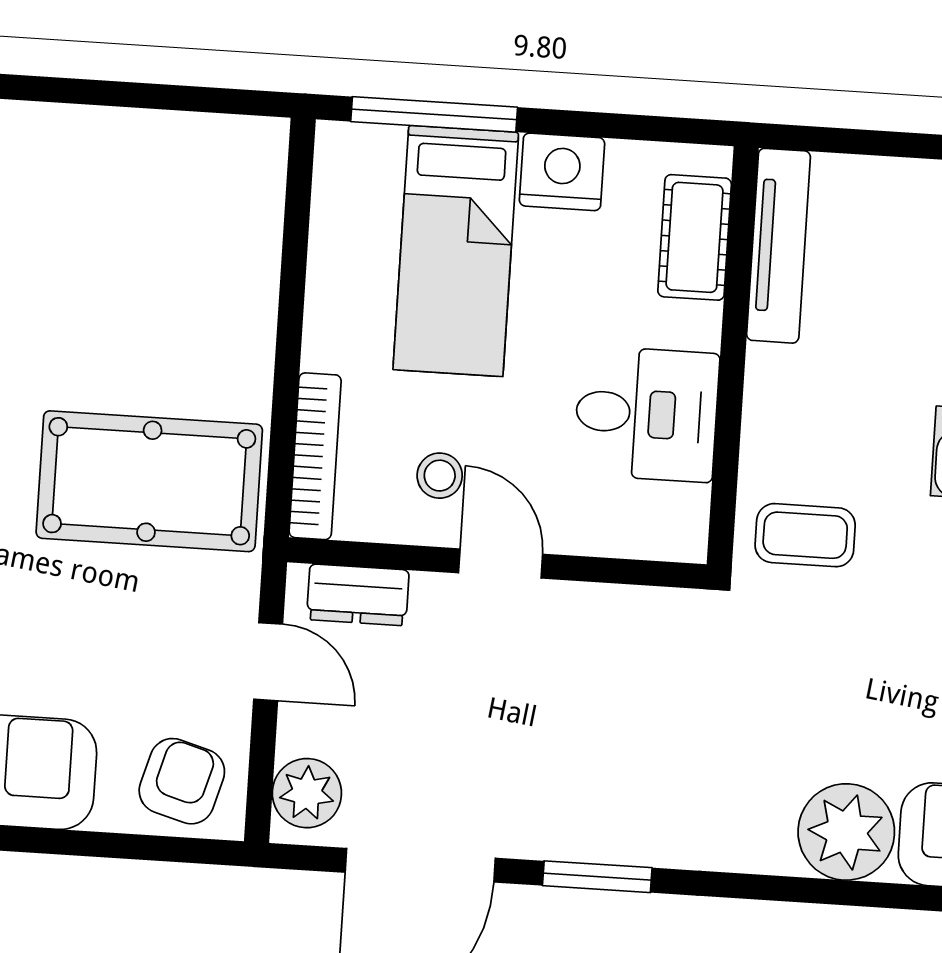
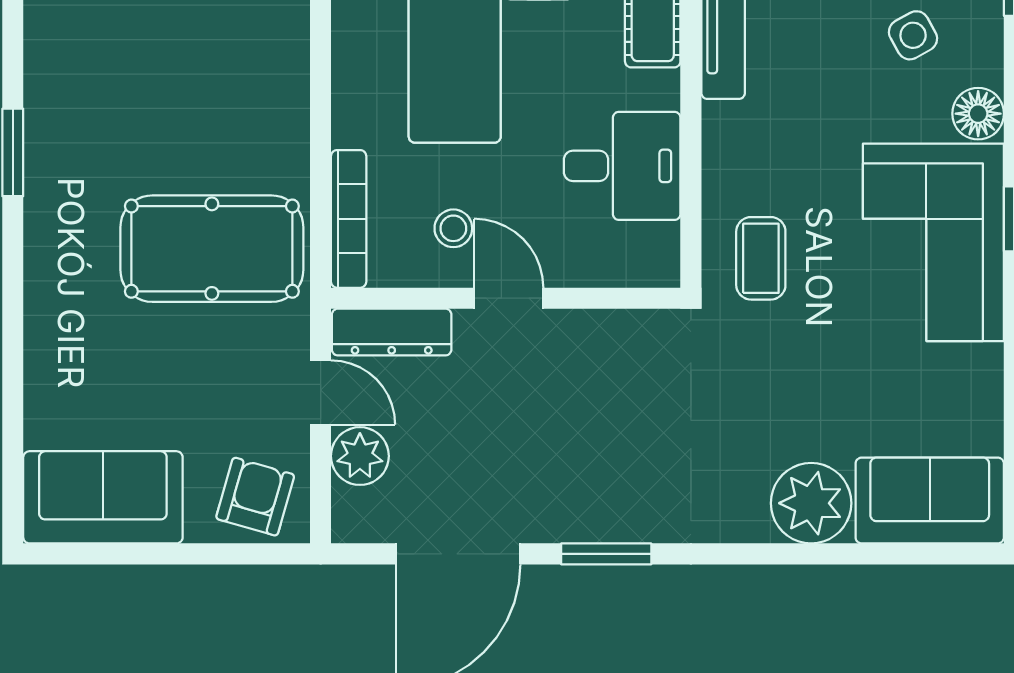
coffee table: (805, 535) -> (761, 258), turned 90
dresser: (358, 595) -> (392, 332), width x1.44
plant: (307, 793) -> (360, 456), moved

